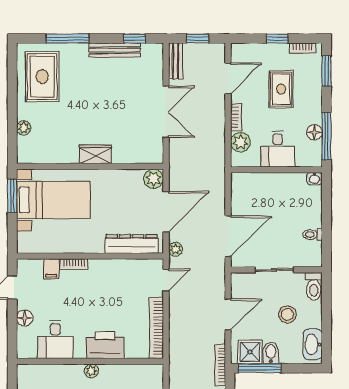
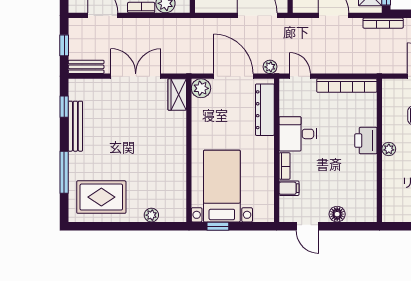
wardrobe: (96, 154) -> (177, 94), moved
window: (12, 196) -> (218, 226), width x0.67
desk: (55, 340) -> (298, 134), moved, turned 180
printer: (105, 345) -> (366, 141), width x0.73, depth x0.84

